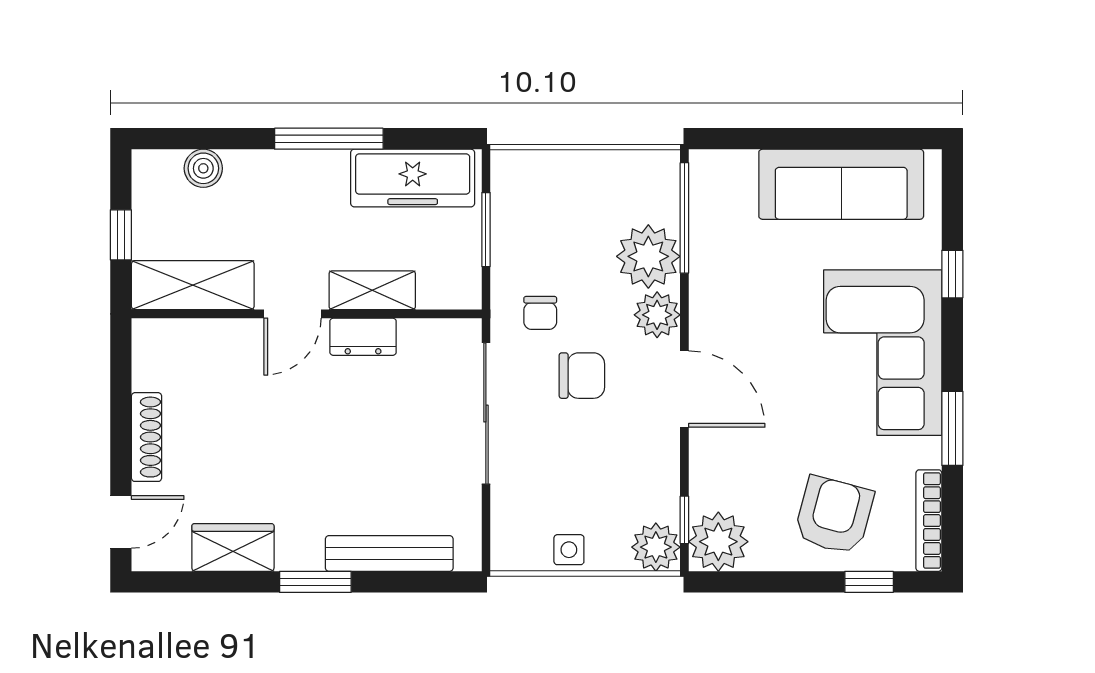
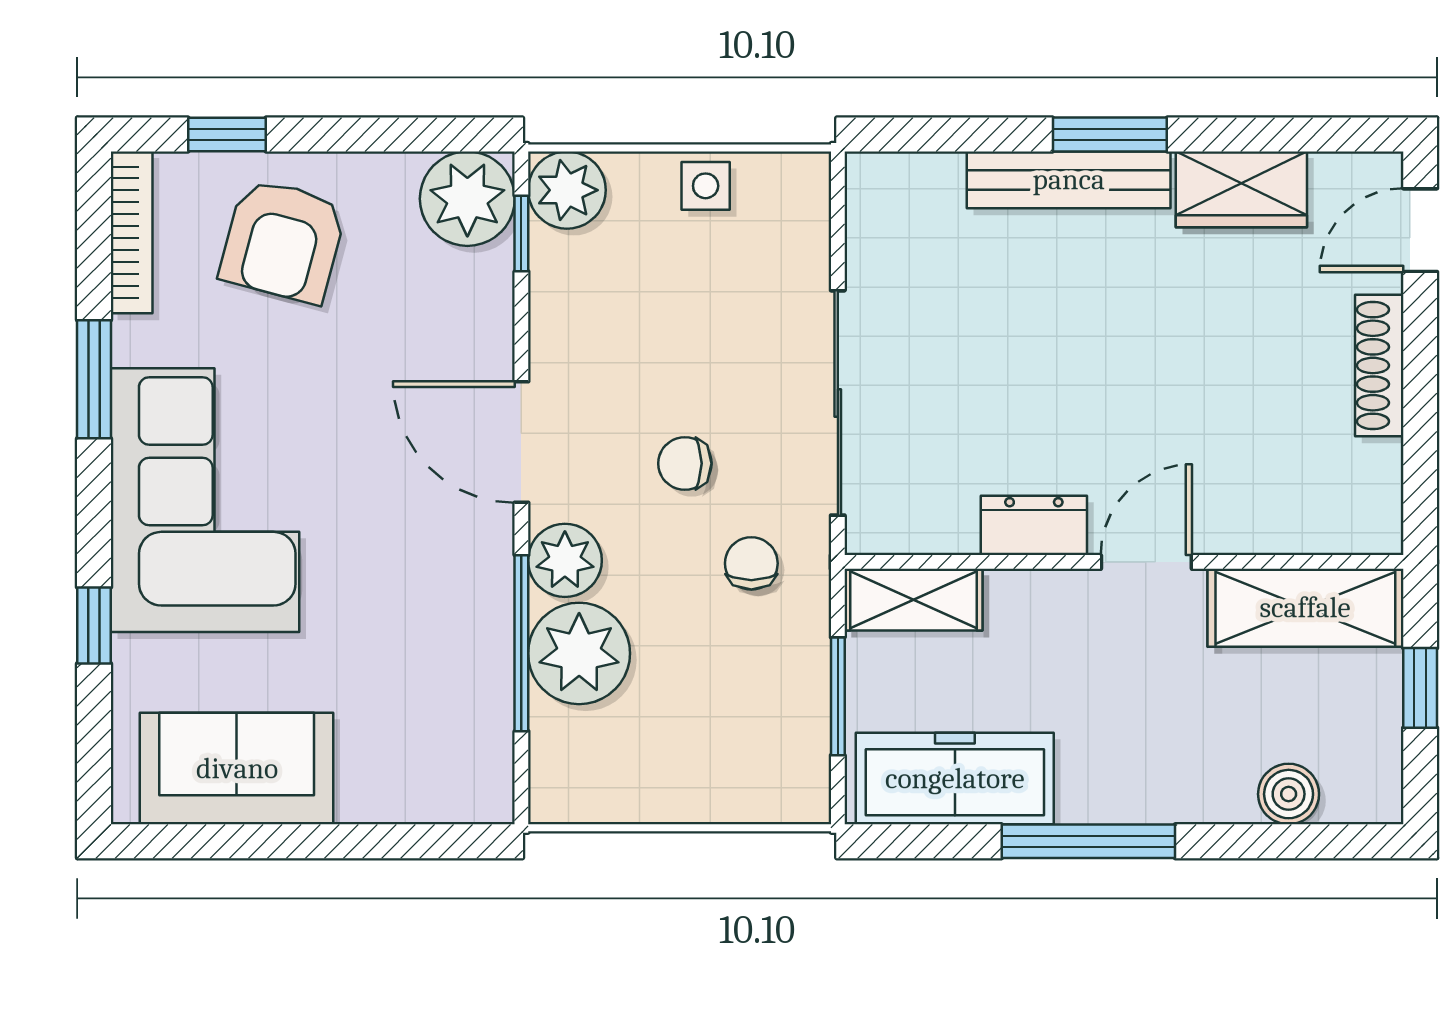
sofa: (841, 184) -> (237, 769), width x0.73
window: (684, 218) -> (521, 643), moved
shelving: (372, 290) -> (913, 600), moved
chair: (582, 376) -> (685, 463), width x0.73, depth x0.73
bench: (389, 553) -> (1069, 180), moved

